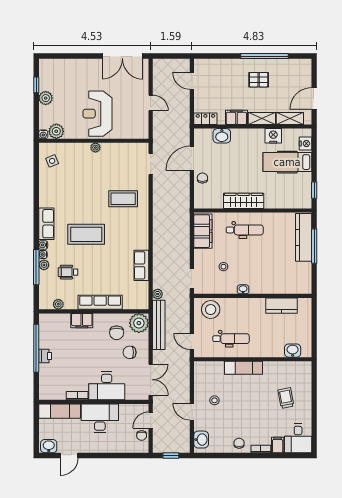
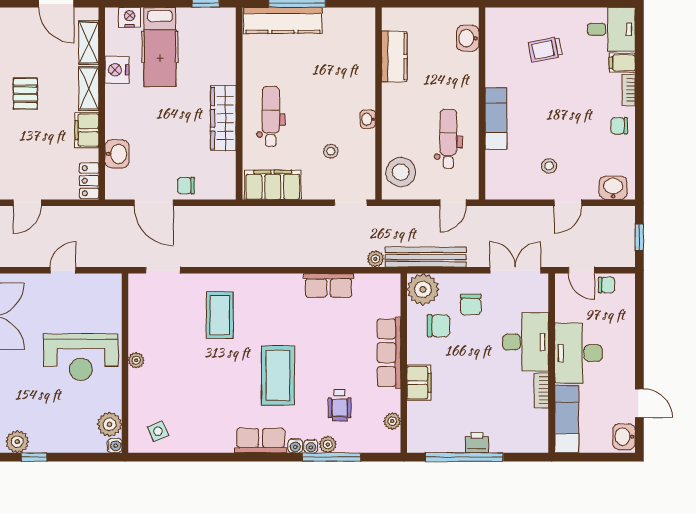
plant: (46, 98) -> (17, 442), moved

